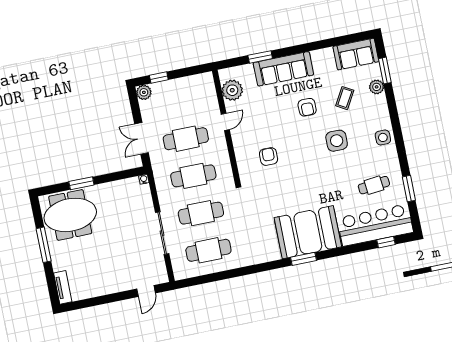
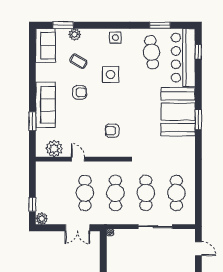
cafe table: (374, 185) -> (152, 52), width x1.37, depth x1.35

